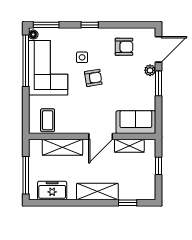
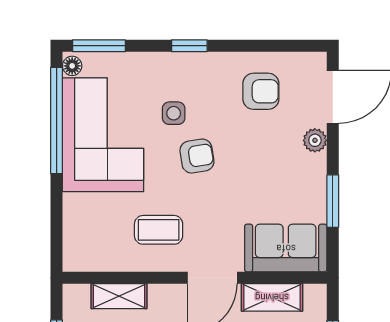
window: (158, 83) -> (333, 201), moved
coffee table: (48, 120) -> (159, 230), moved, turned 90
shelving: (62, 147) -> (119, 296), width x0.67, depth x0.75

